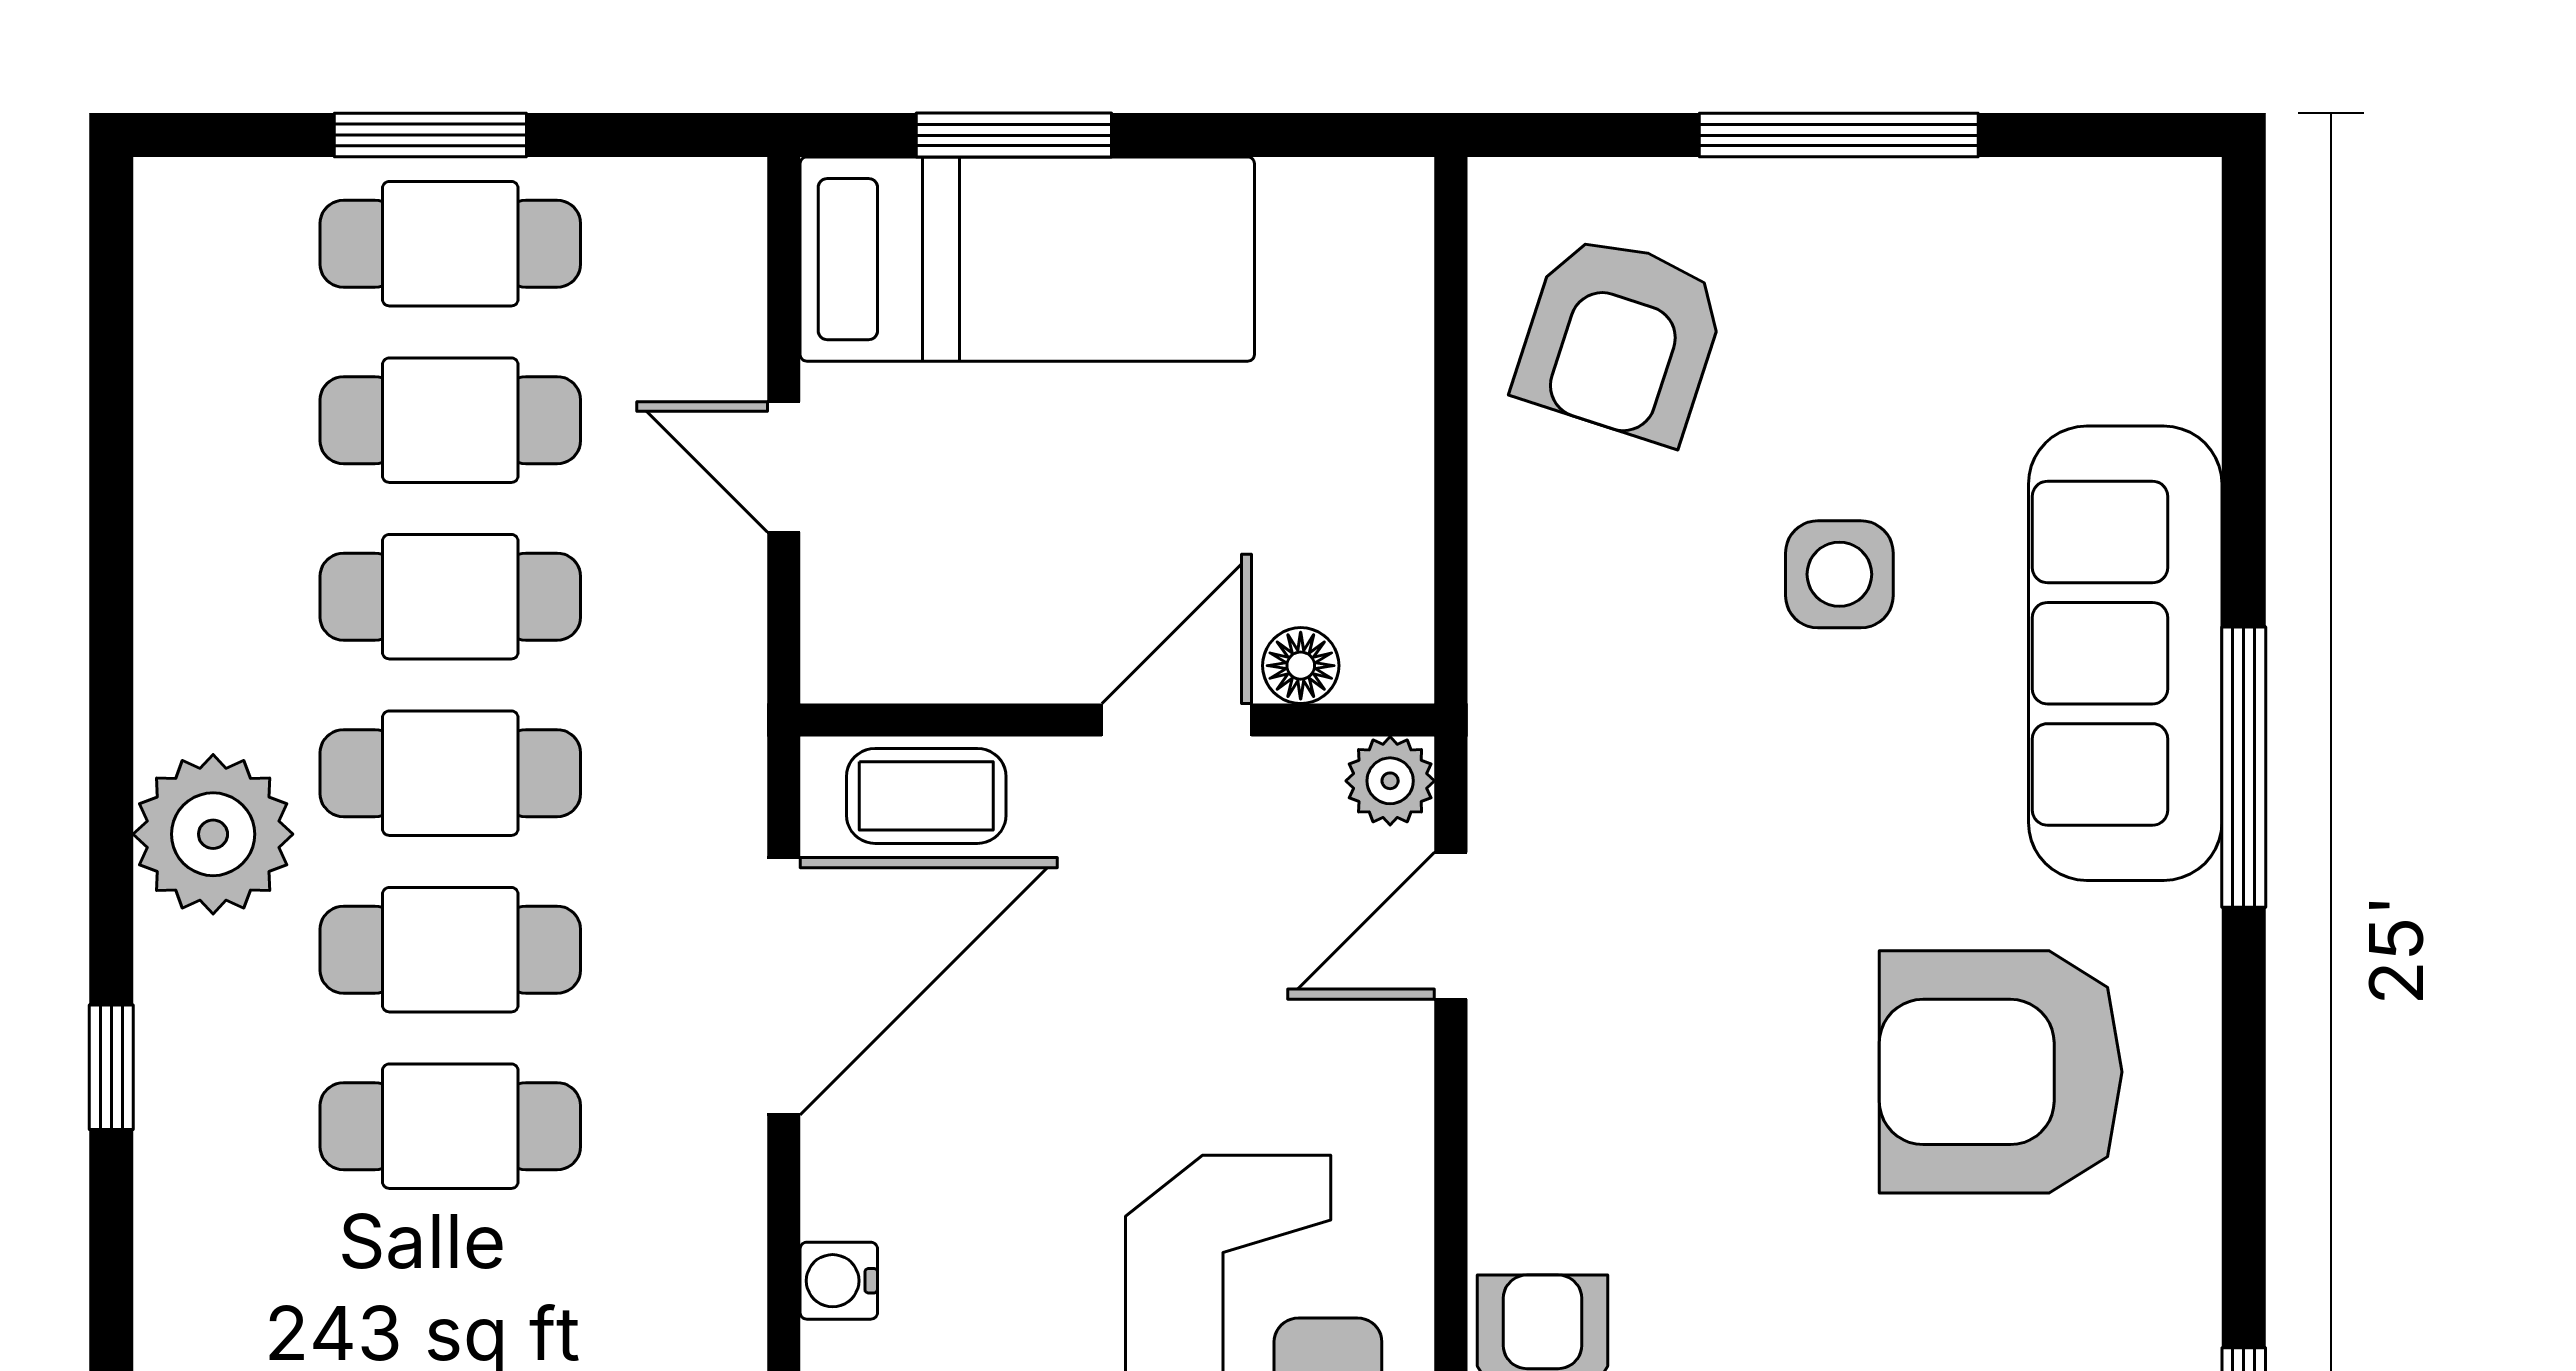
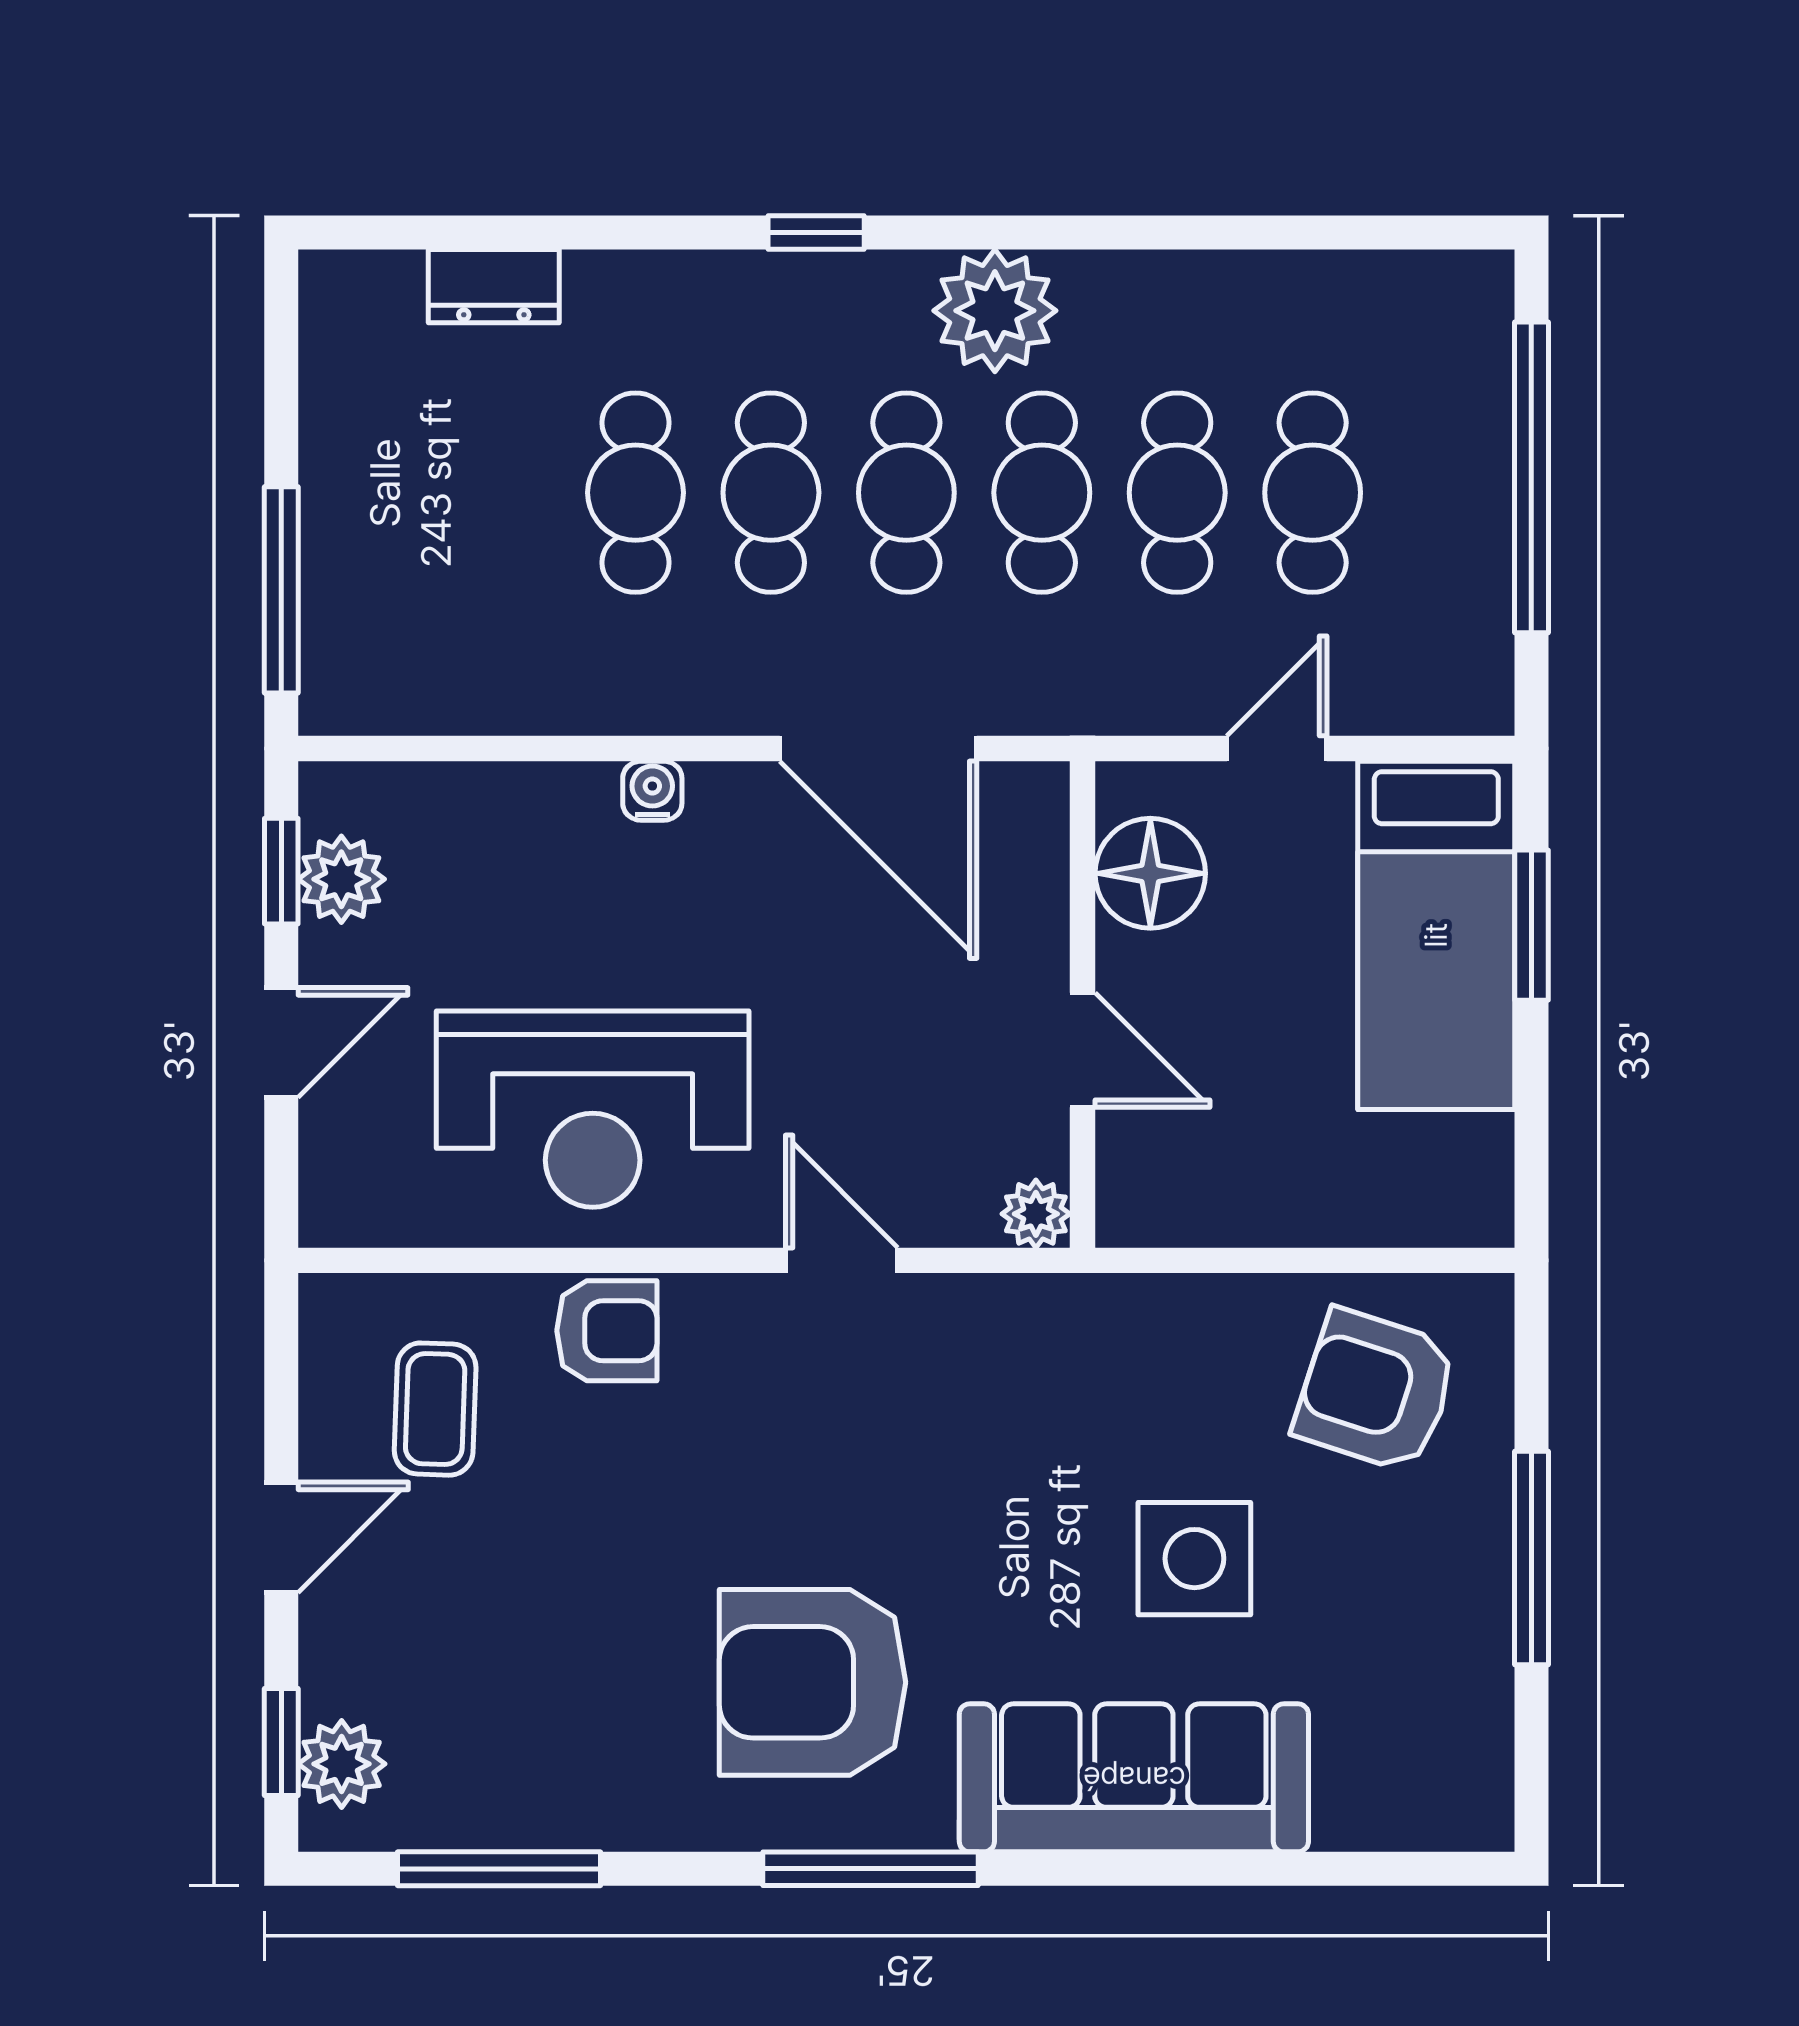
window: (430, 135) -> (1531, 477), width x2.11
cafe table: (450, 244) -> (636, 493), moved
side table: (1839, 574) -> (1194, 1559), width x1.37, depth x1.37
floor lamp: (1301, 666) -> (1150, 873), moved, width x1.89, depth x1.89
window: (2244, 767) -> (870, 1869), moved
coffee table: (926, 796) -> (1024, 858), removed
door: (1451, 926) -> (842, 1260), moved
armchair: (2001, 1072) -> (813, 1682), turned -90

